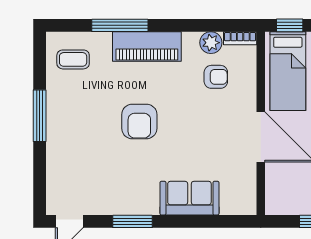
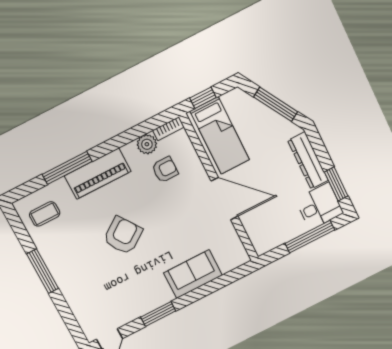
armchair: (139, 121) -> (123, 235), turned -125

